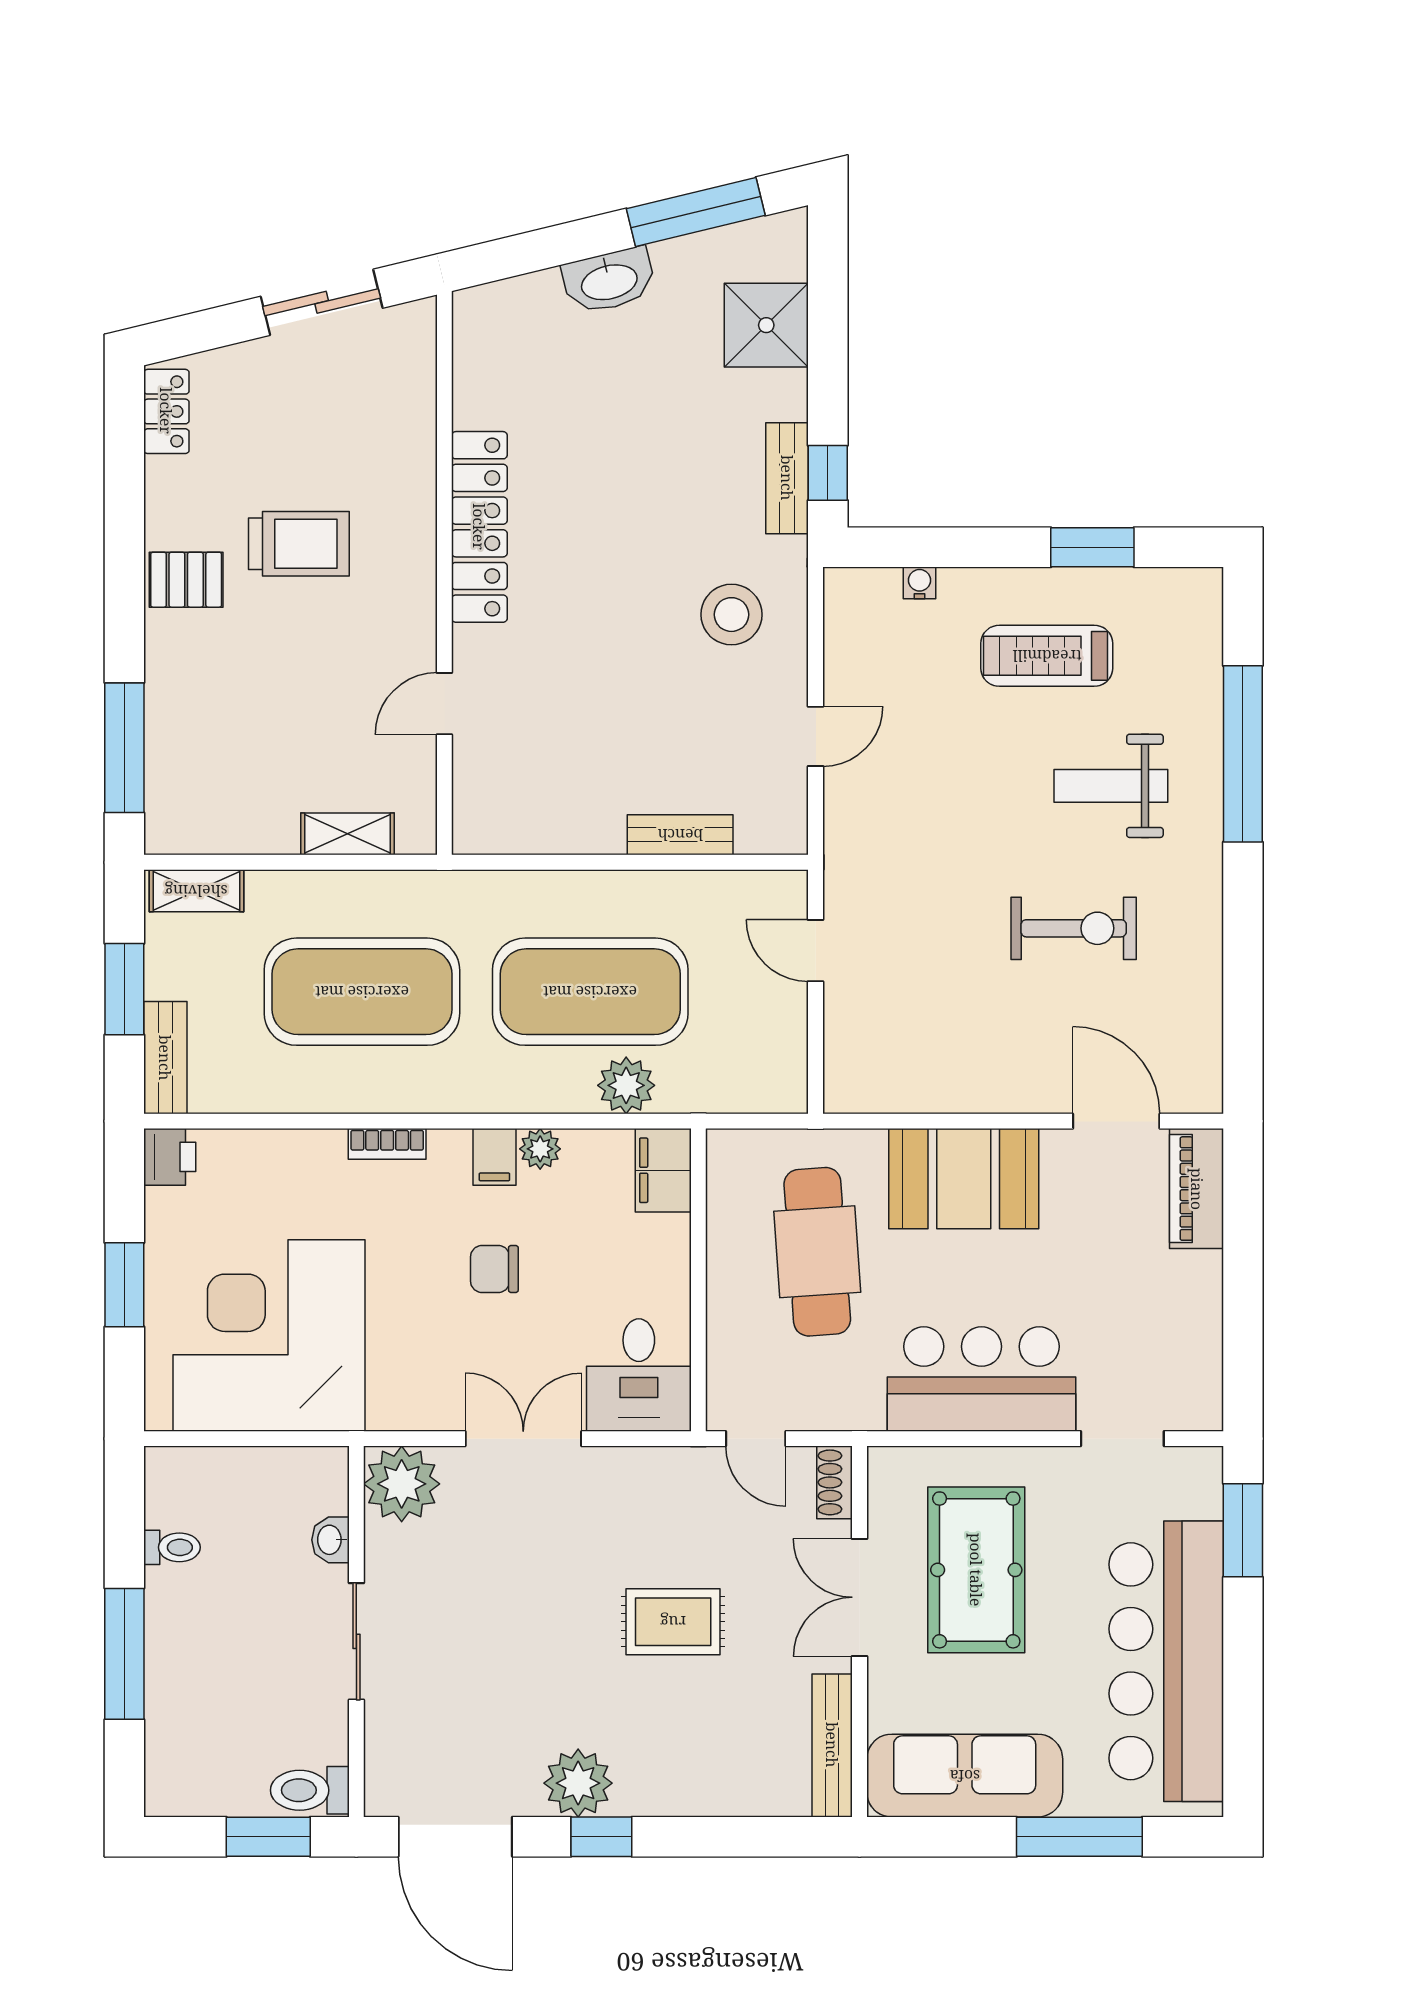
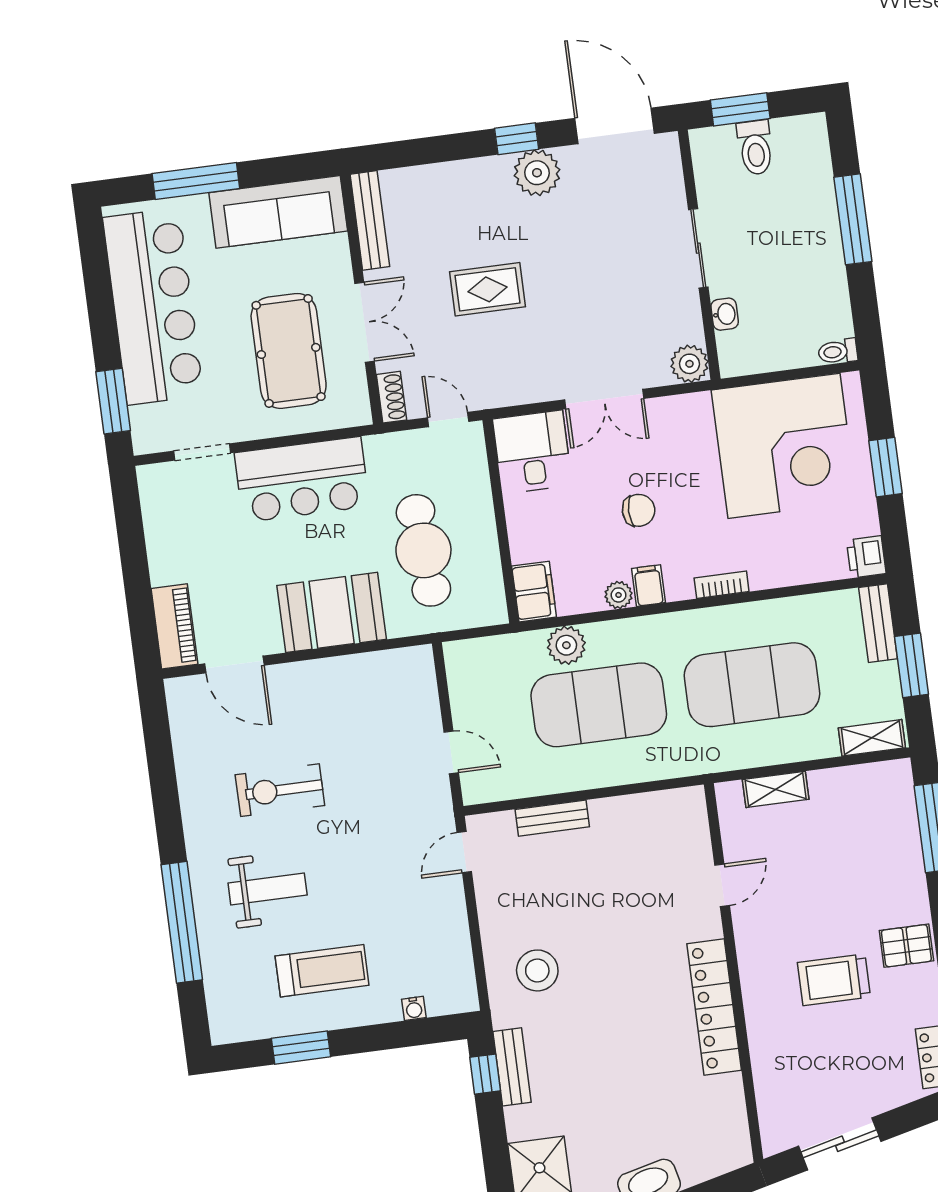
door: (816, 736) -> (464, 852), moved
plant: (402, 1484) -> (689, 364), width x0.73, depth x0.73
toilet: (172, 1547) -> (838, 352), moved
toilet: (310, 1790) -> (755, 148), moved, turned 90

